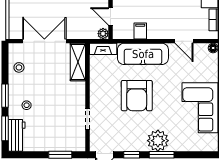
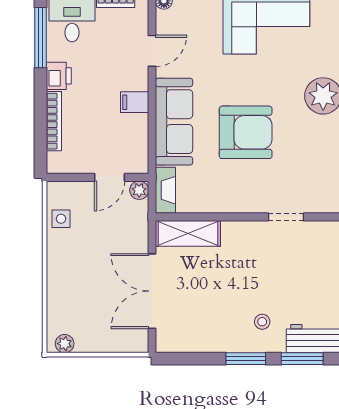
filing cabinet: (140, 31) -> (135, 102), moved
stool: (19, 67) -> (197, 335), removed

